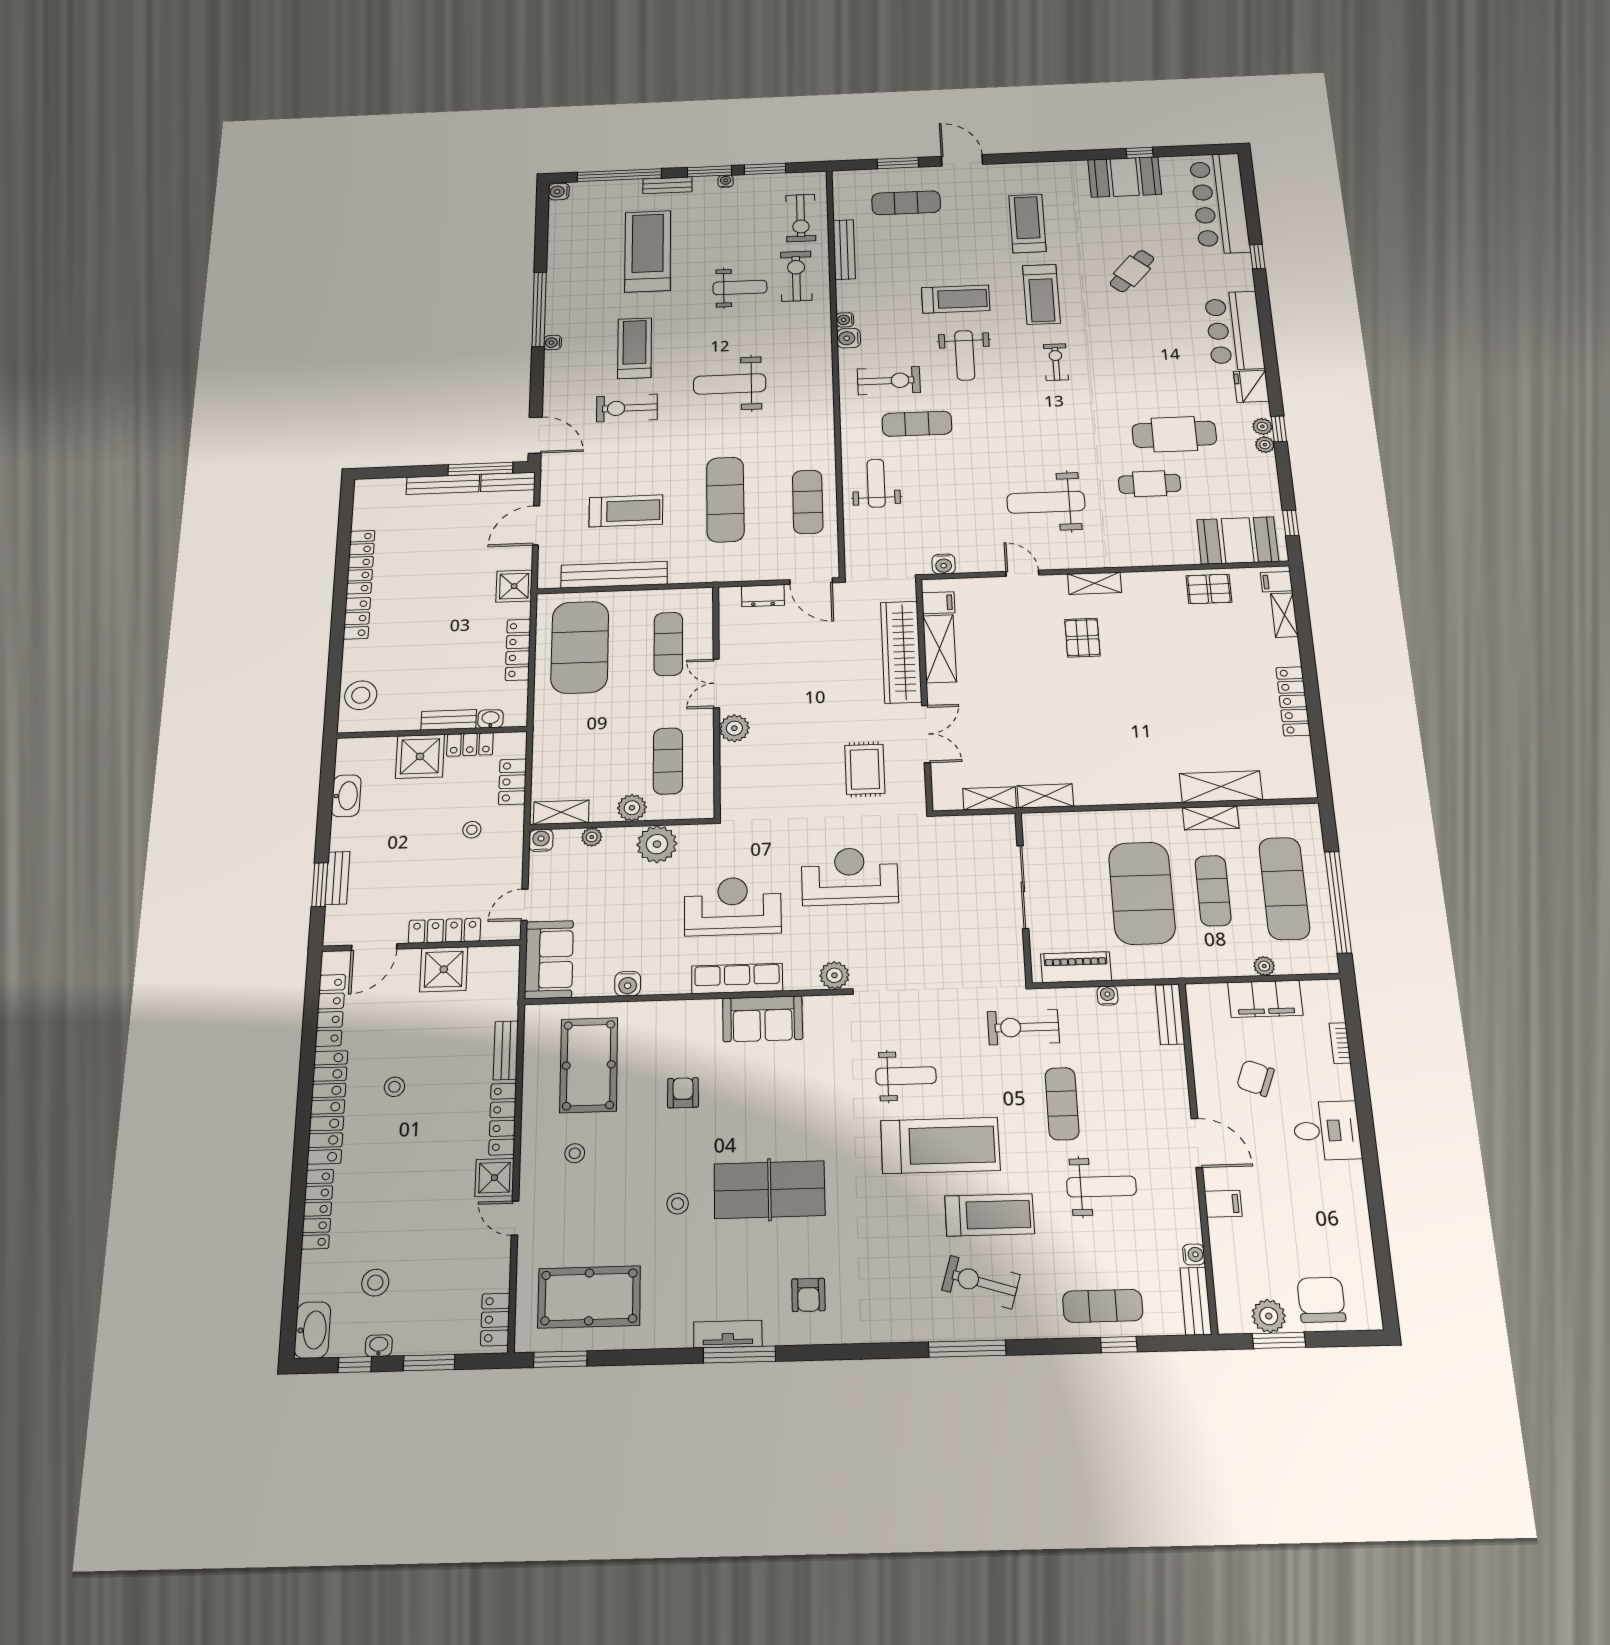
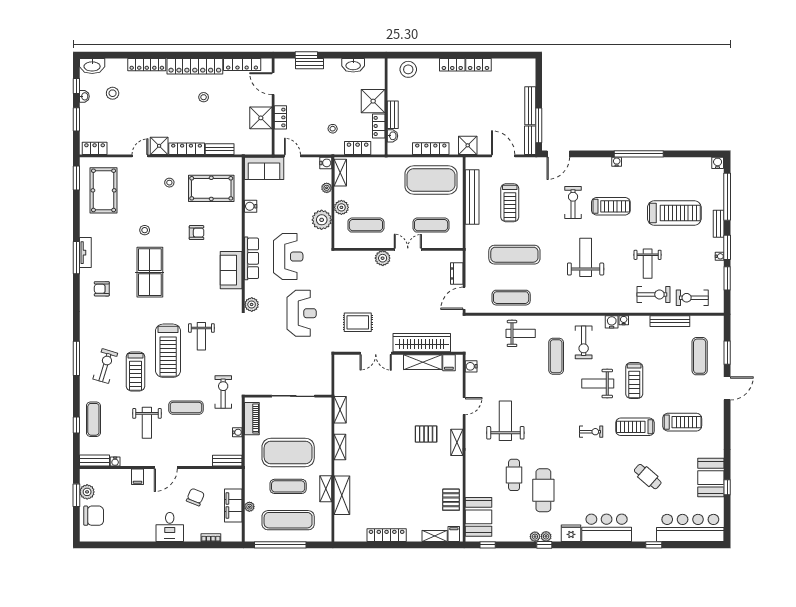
locker: (361, 562) -> (479, 65), width x0.66
shelving: (990, 798) -> (340, 447), moved
locker: (445, 931) -> (280, 117), width x0.66

